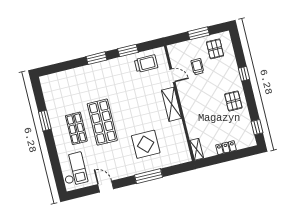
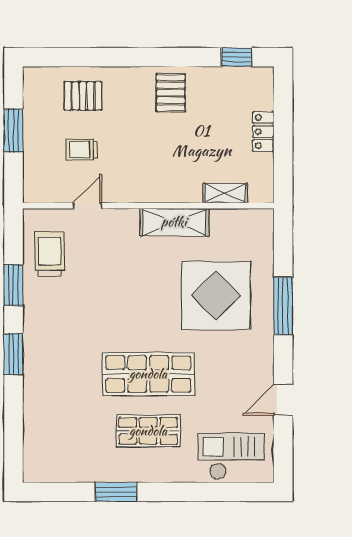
pallet: (215, 49) -> (83, 96), moved
window: (244, 74) -> (120, 57), removed
pallet: (233, 101) -> (171, 93), turned 90
shelving: (171, 104) -> (174, 222), moved
display table: (146, 144) -> (216, 296), width x1.36, depth x1.36
shelving: (197, 149) -> (225, 193), moved

